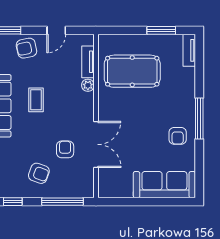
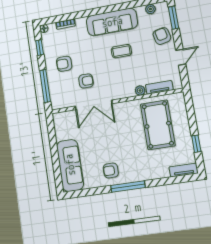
door: (56, 30) -> (181, 57), swing flipped
window: (161, 30) -> (196, 144), width x0.67
armchair: (39, 173) -> (64, 64), turned 70

